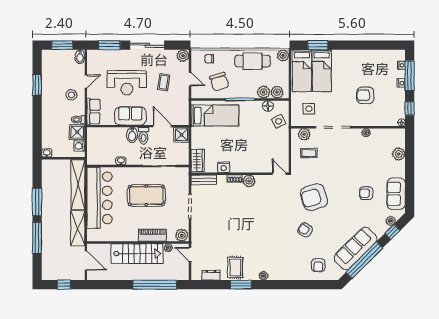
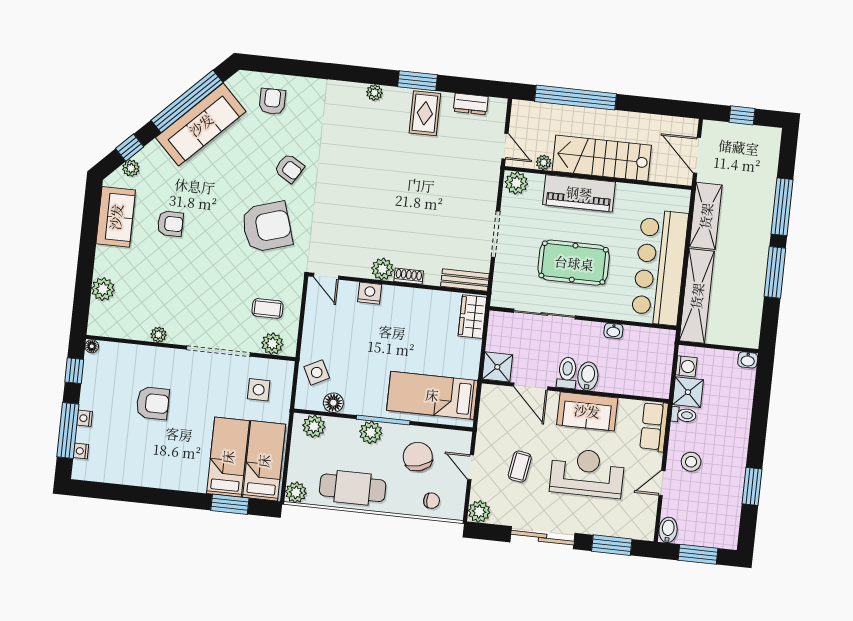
plant: (264, 92) -> (371, 432), moved
nightstand: (224, 167) -> (370, 293), moved
piano: (152, 235) -> (579, 193), width x1.37, depth x1.33

